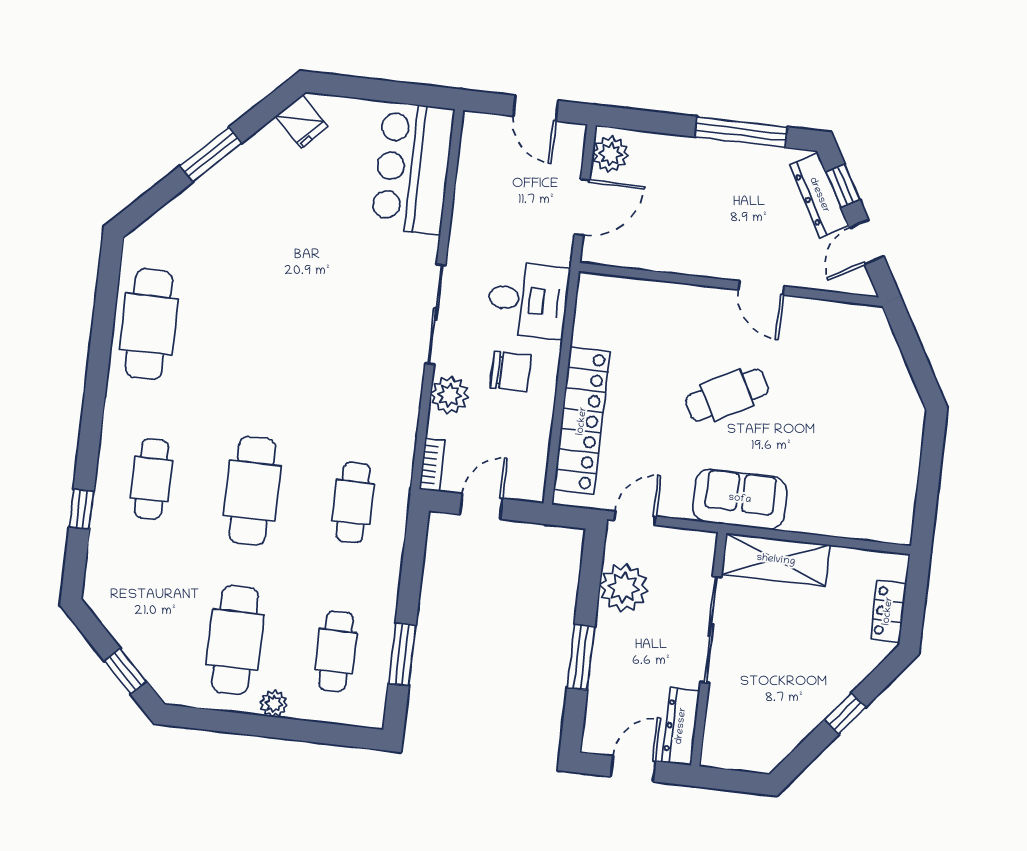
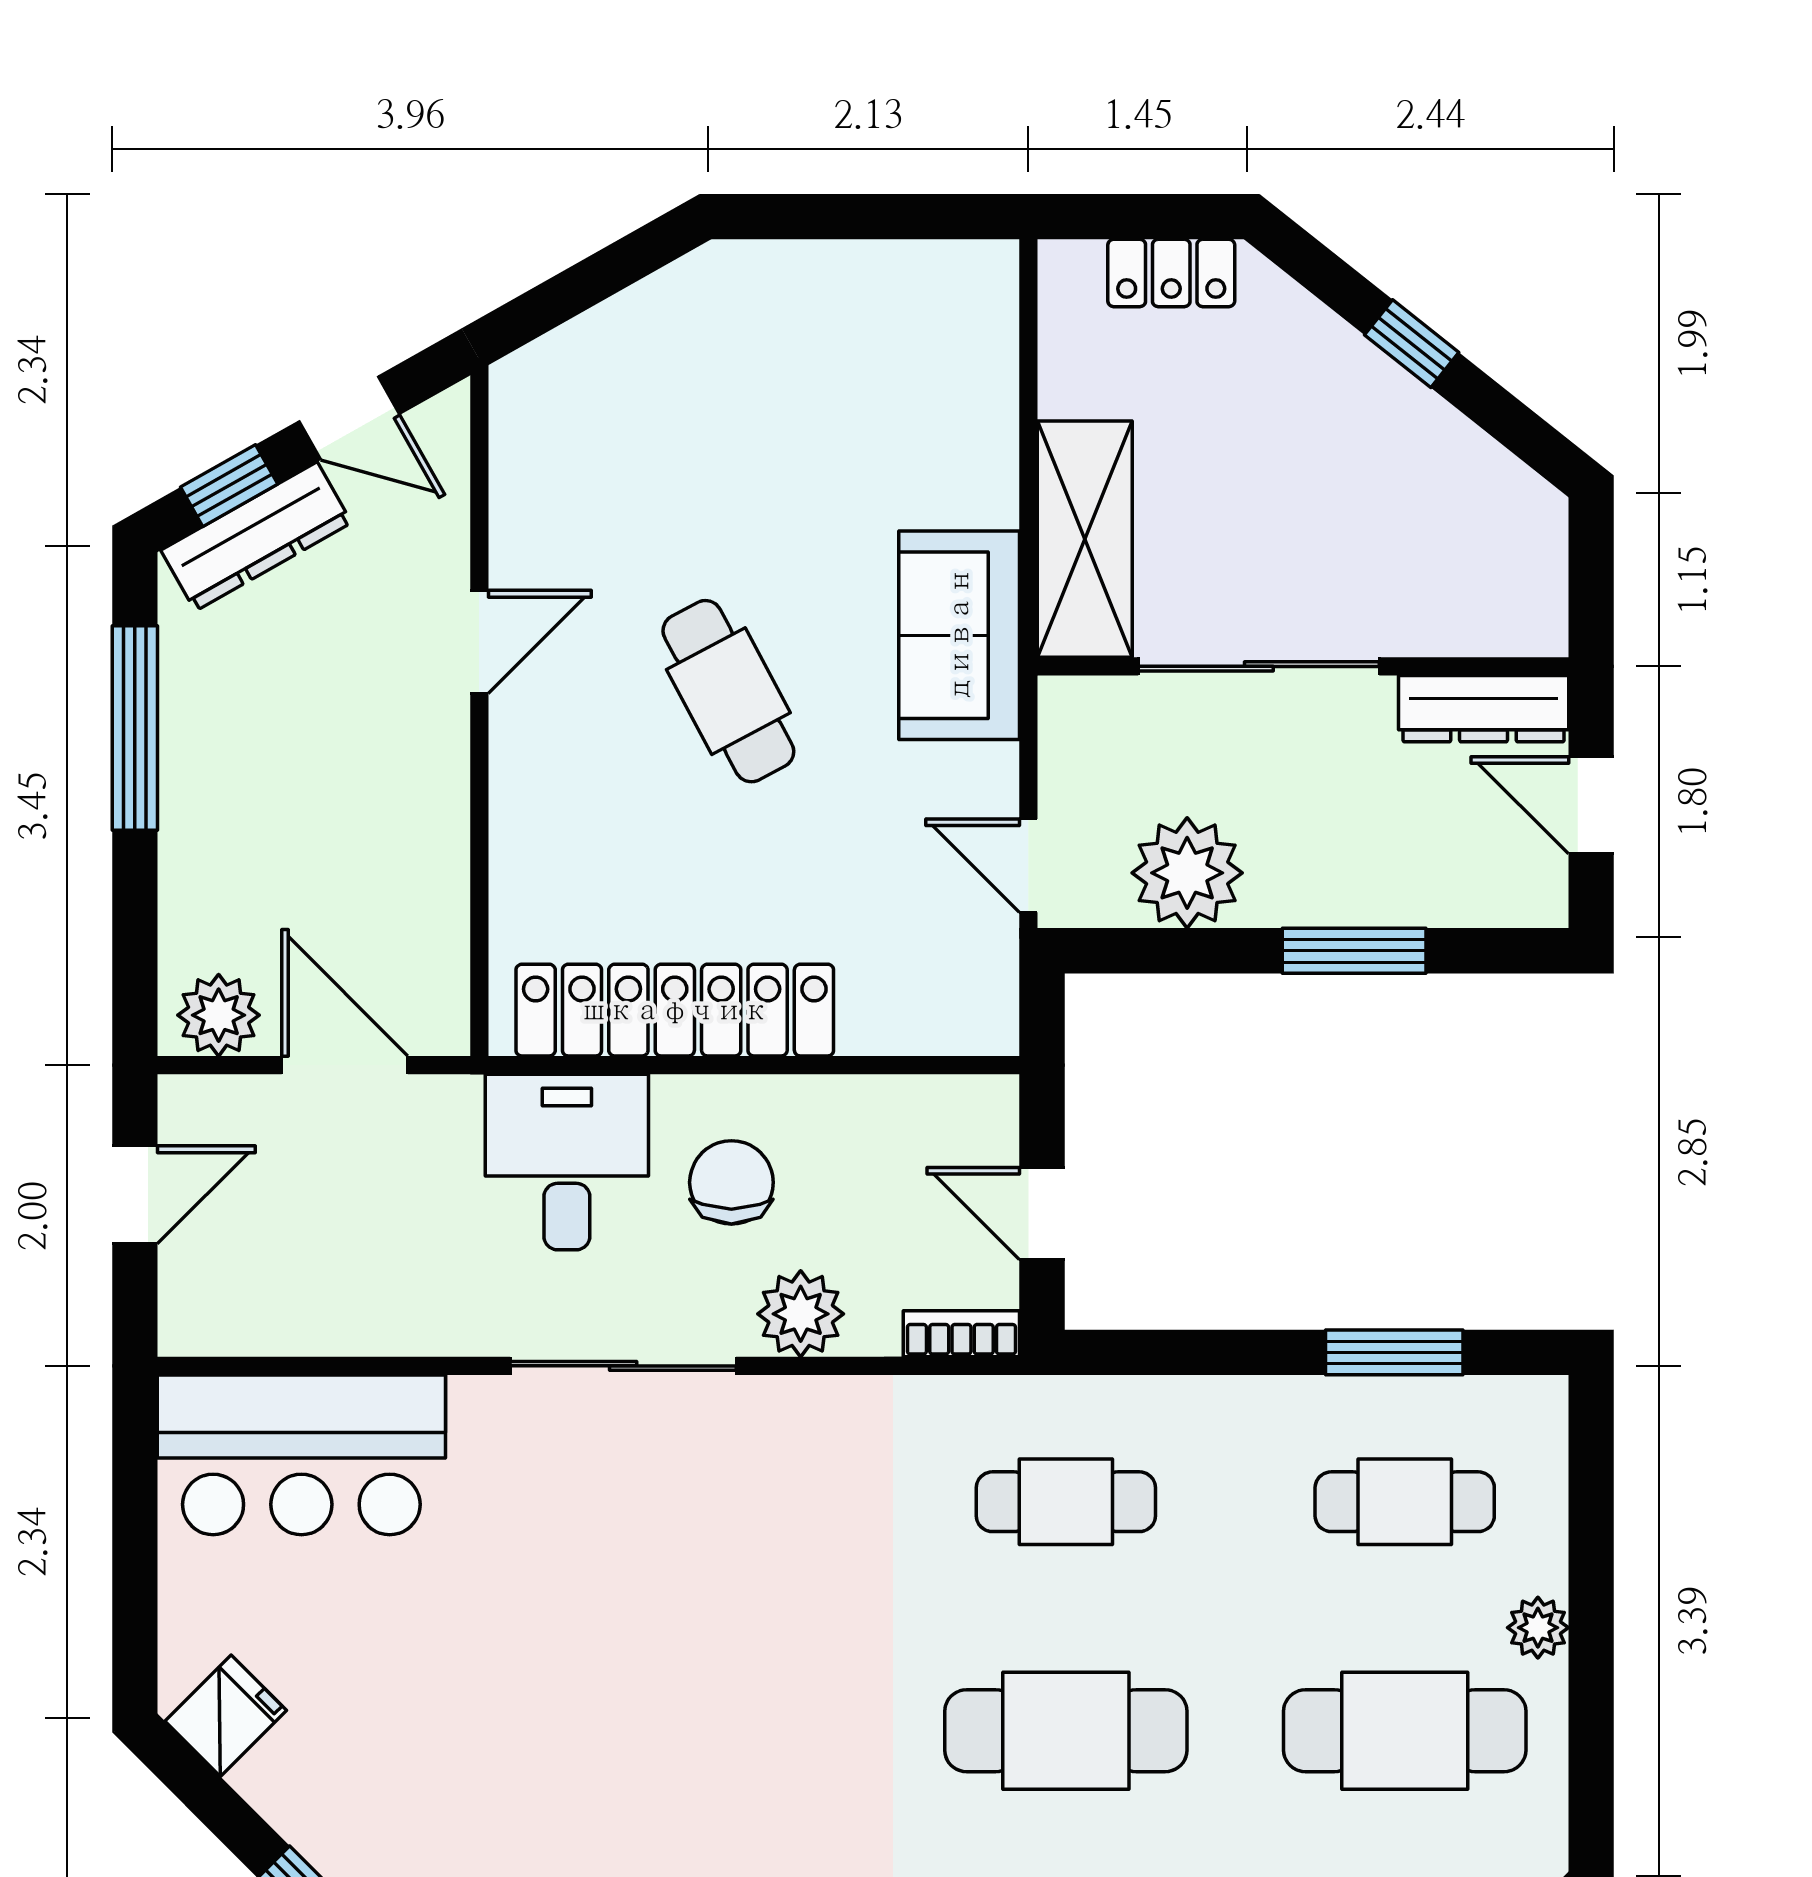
locker: (582, 421) -> (675, 1010), moved

